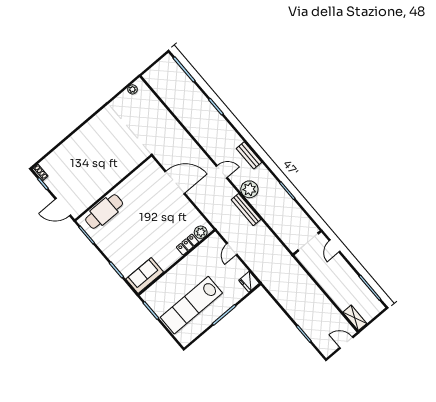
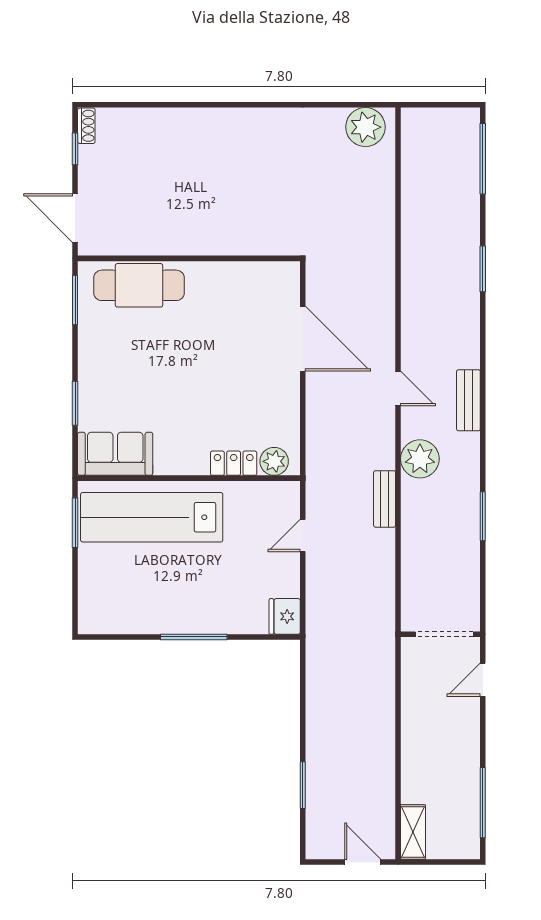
plant: (133, 89) -> (365, 127), width x1.88, depth x1.88
bench: (246, 210) -> (385, 499), width x0.73
lab bench: (191, 305) -> (152, 517), moved

